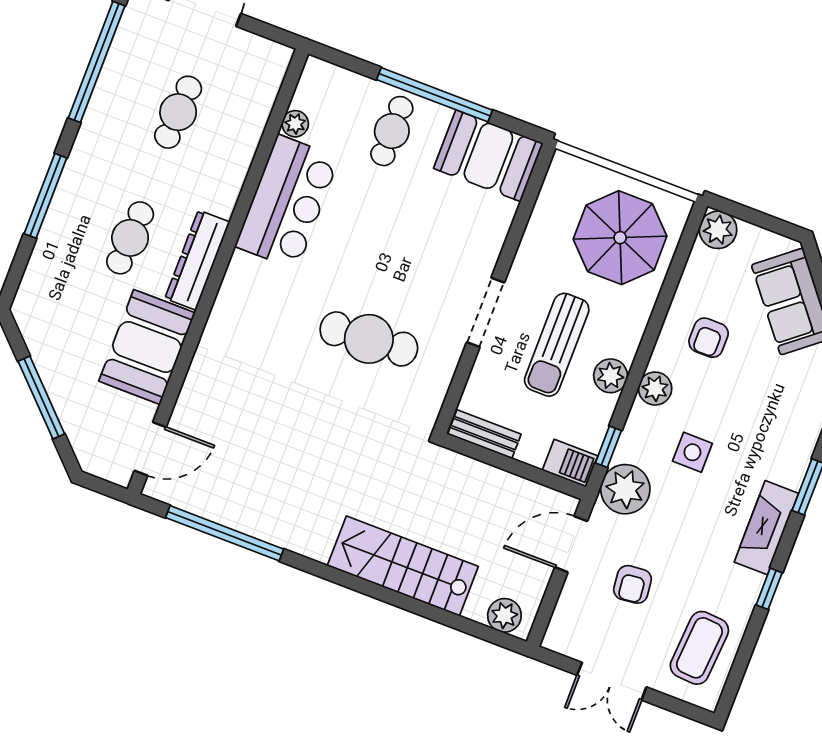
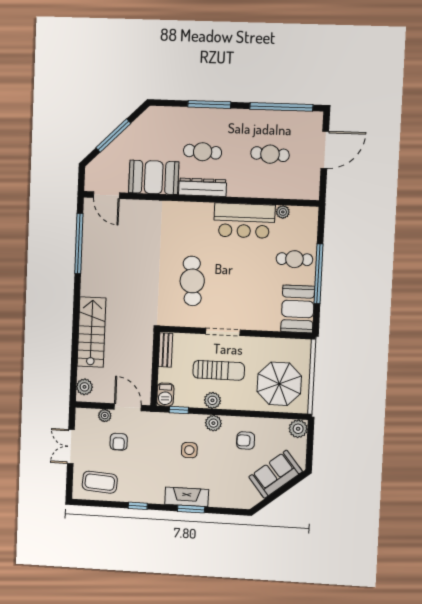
sun lounger: (557, 345) -> (219, 370), turned 180
plant: (625, 489) -> (105, 416), moved, width x0.53, depth x0.53
fireplace: (766, 528) -> (187, 497), moved
armchair: (632, 584) -> (119, 442), turned -84

